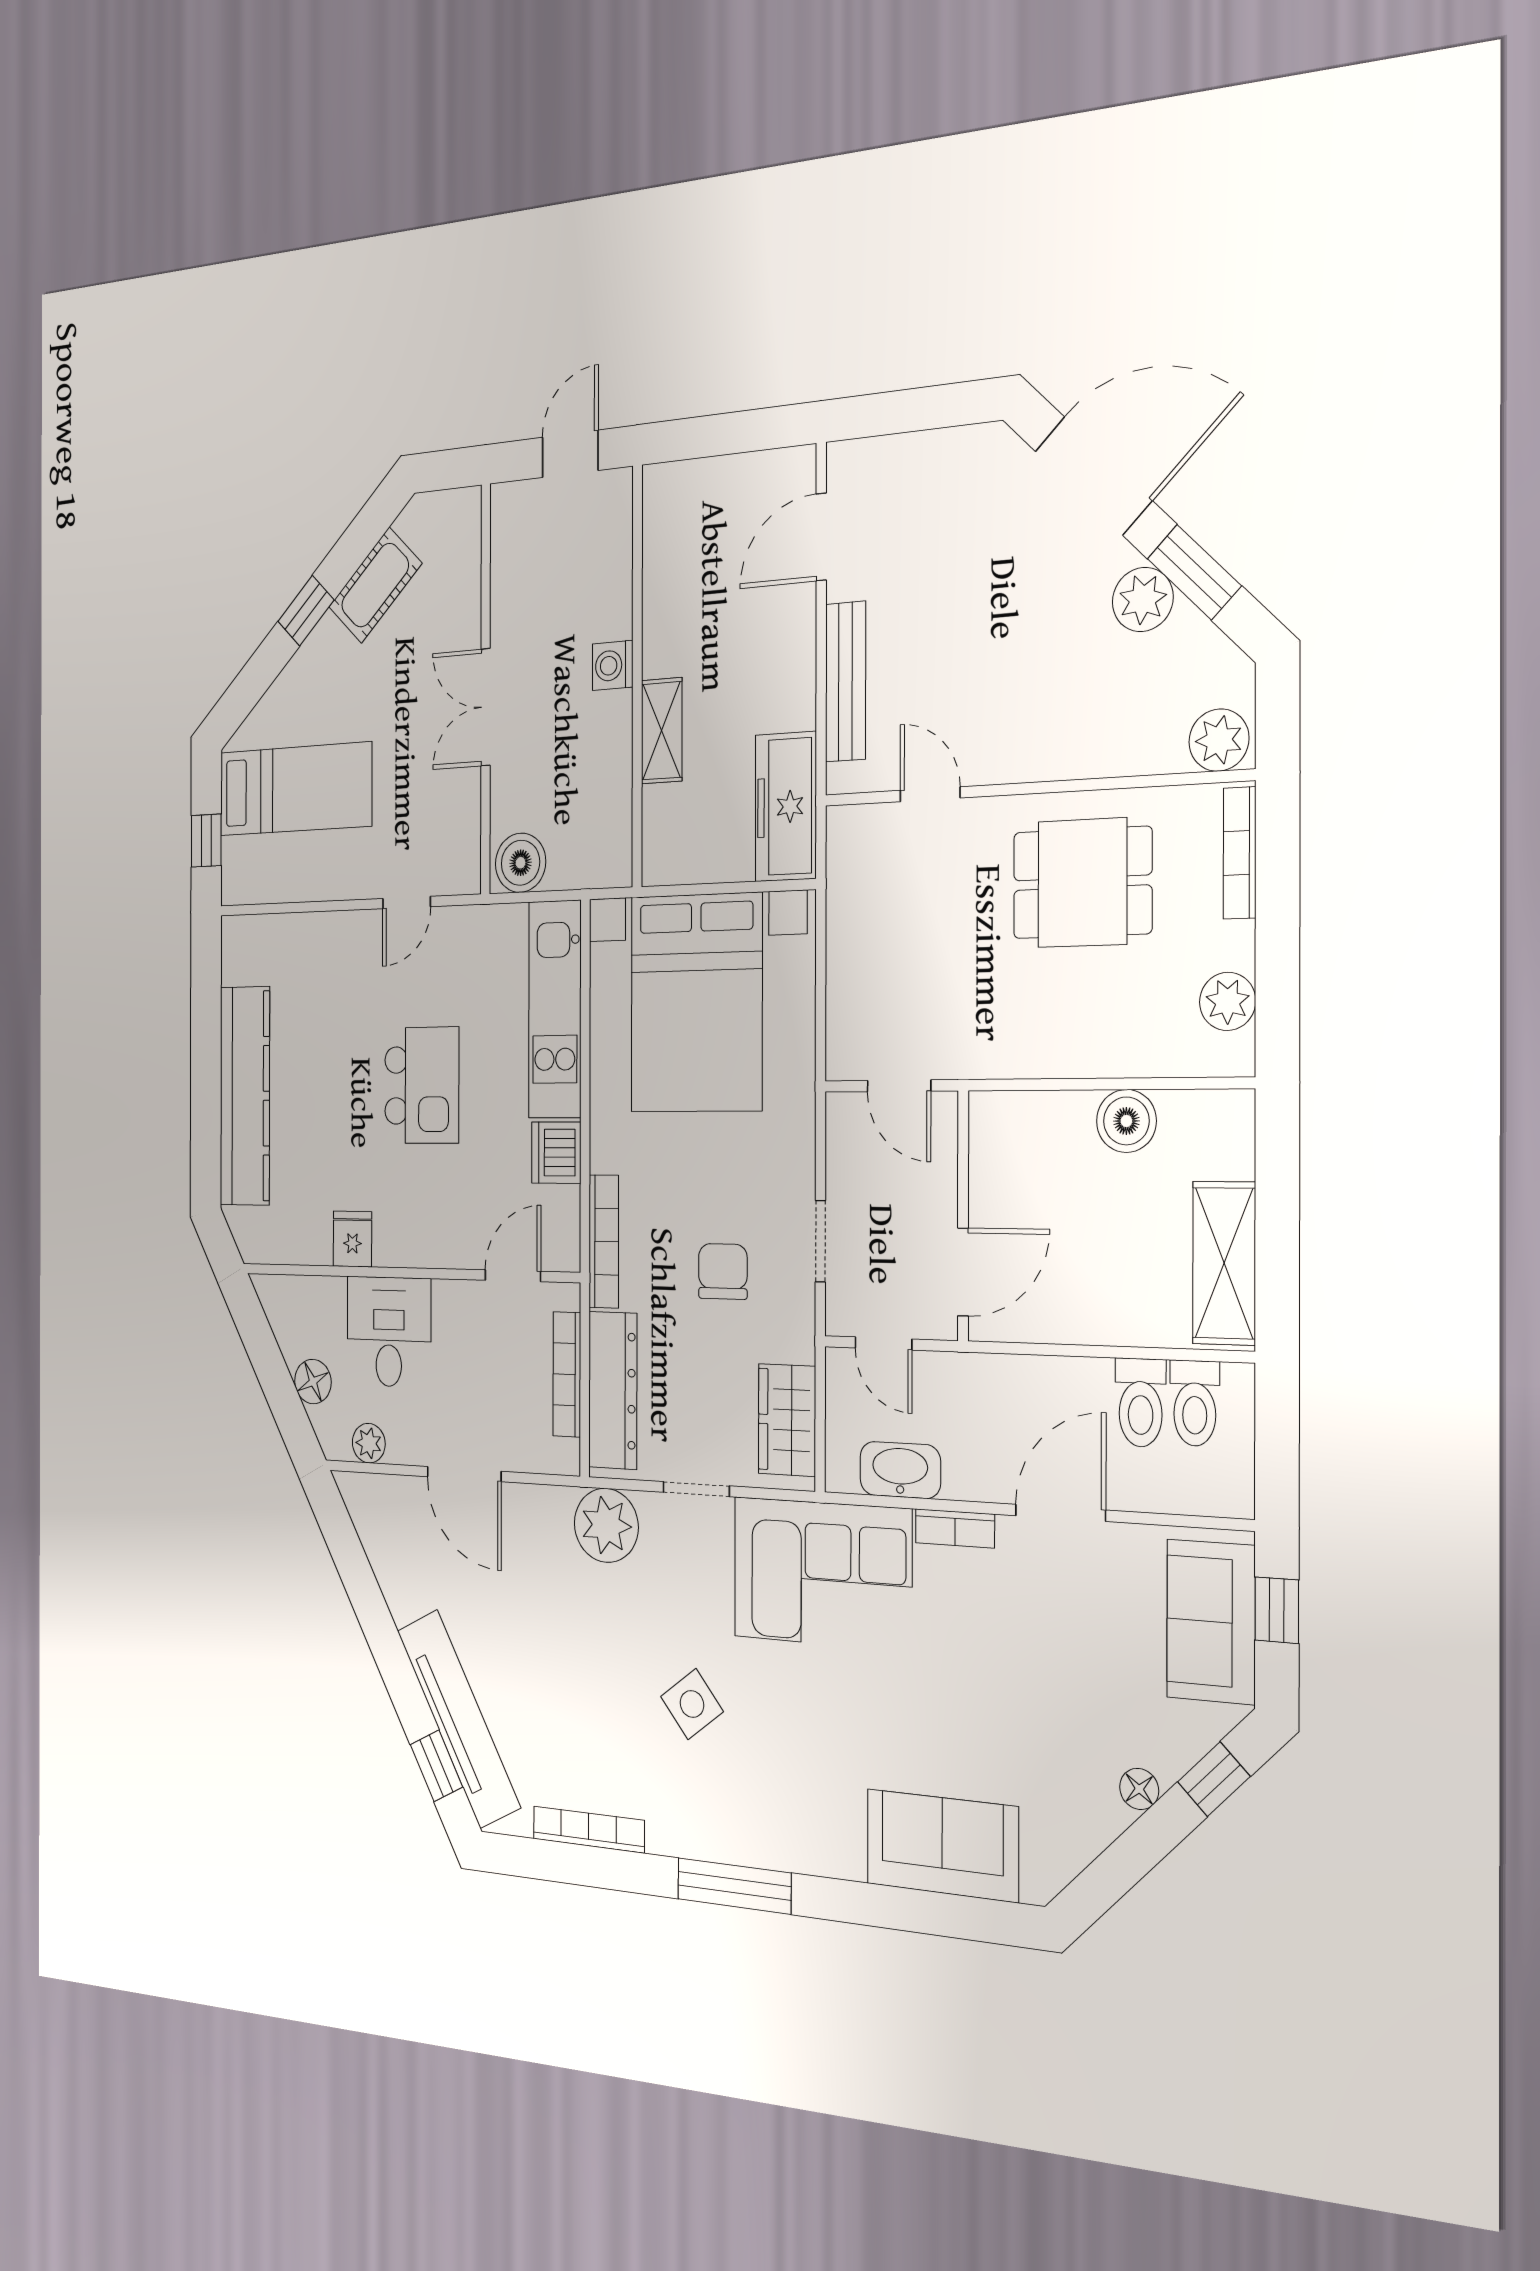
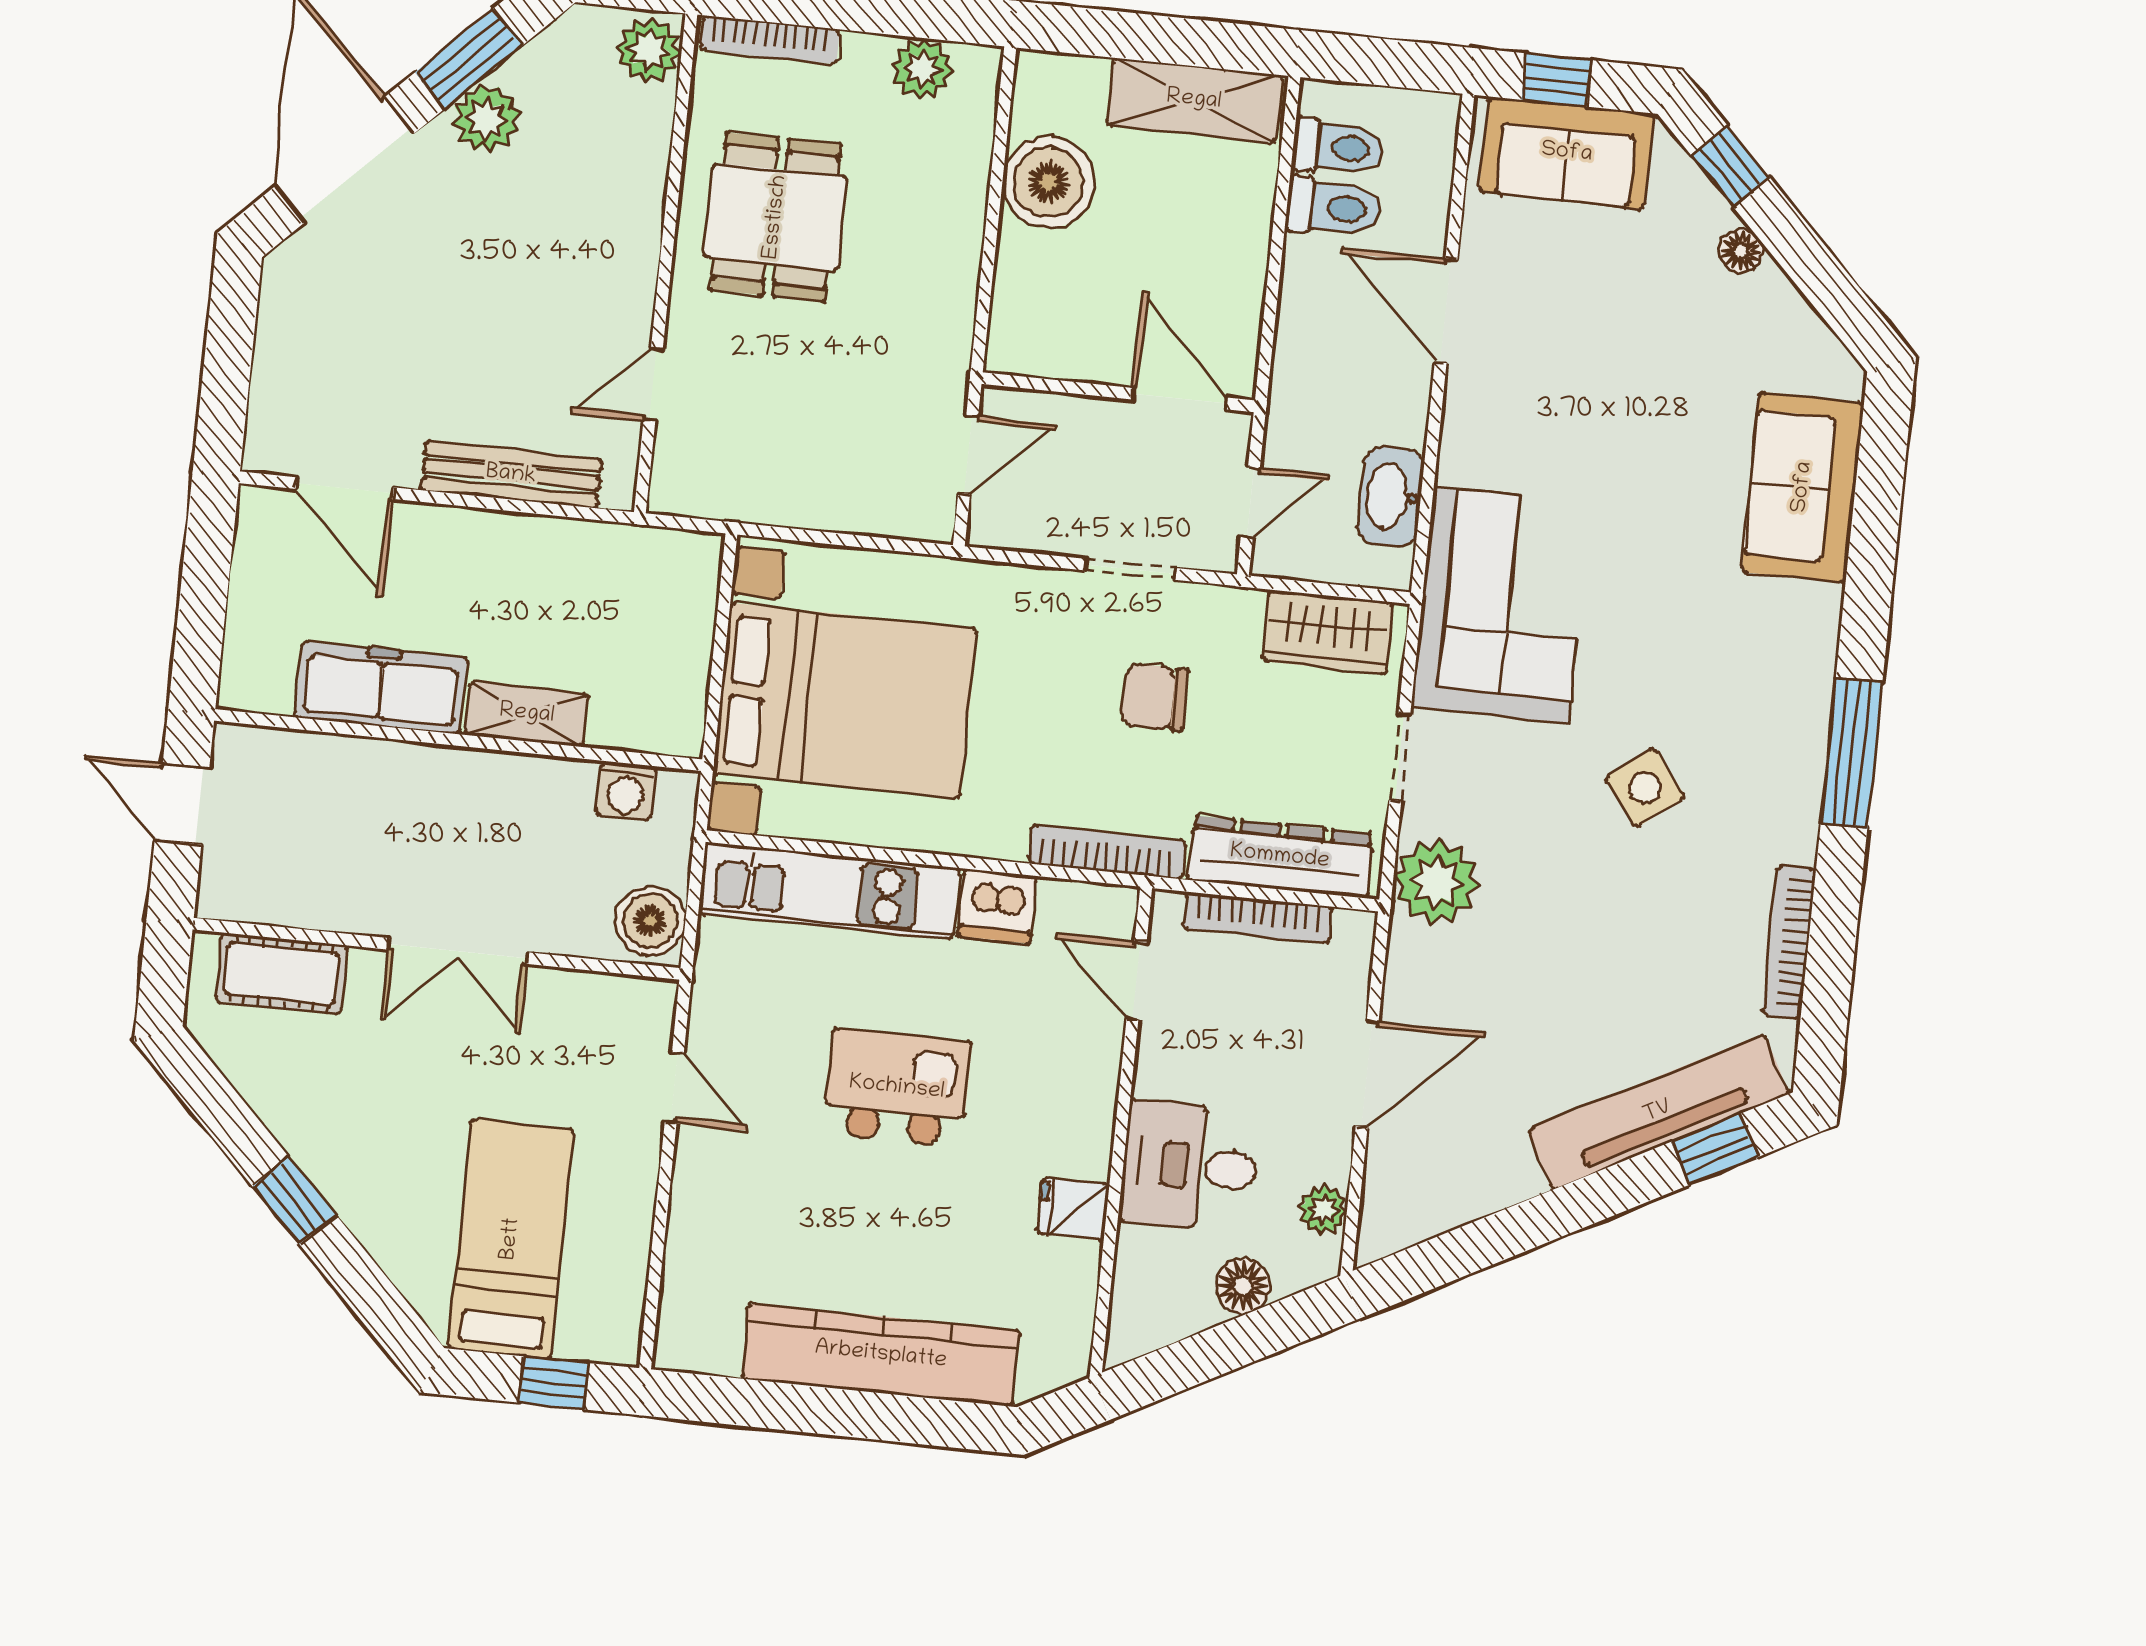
cot: (375, 585) -> (282, 973), moved, turned -45
washing machine: (613, 665) -> (626, 791), moved
freezer: (786, 807) -> (381, 687), moved, turned 180
boiler: (1126, 1121) -> (1048, 182), width x1.37, depth x1.37
bookcase: (955, 1528) -> (1458, 437), removed

